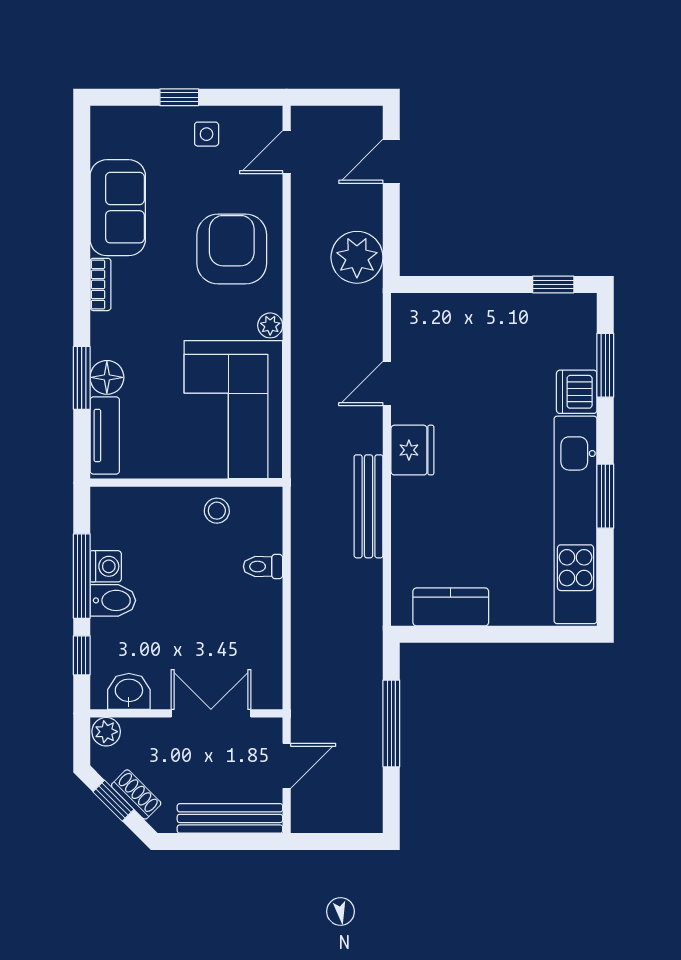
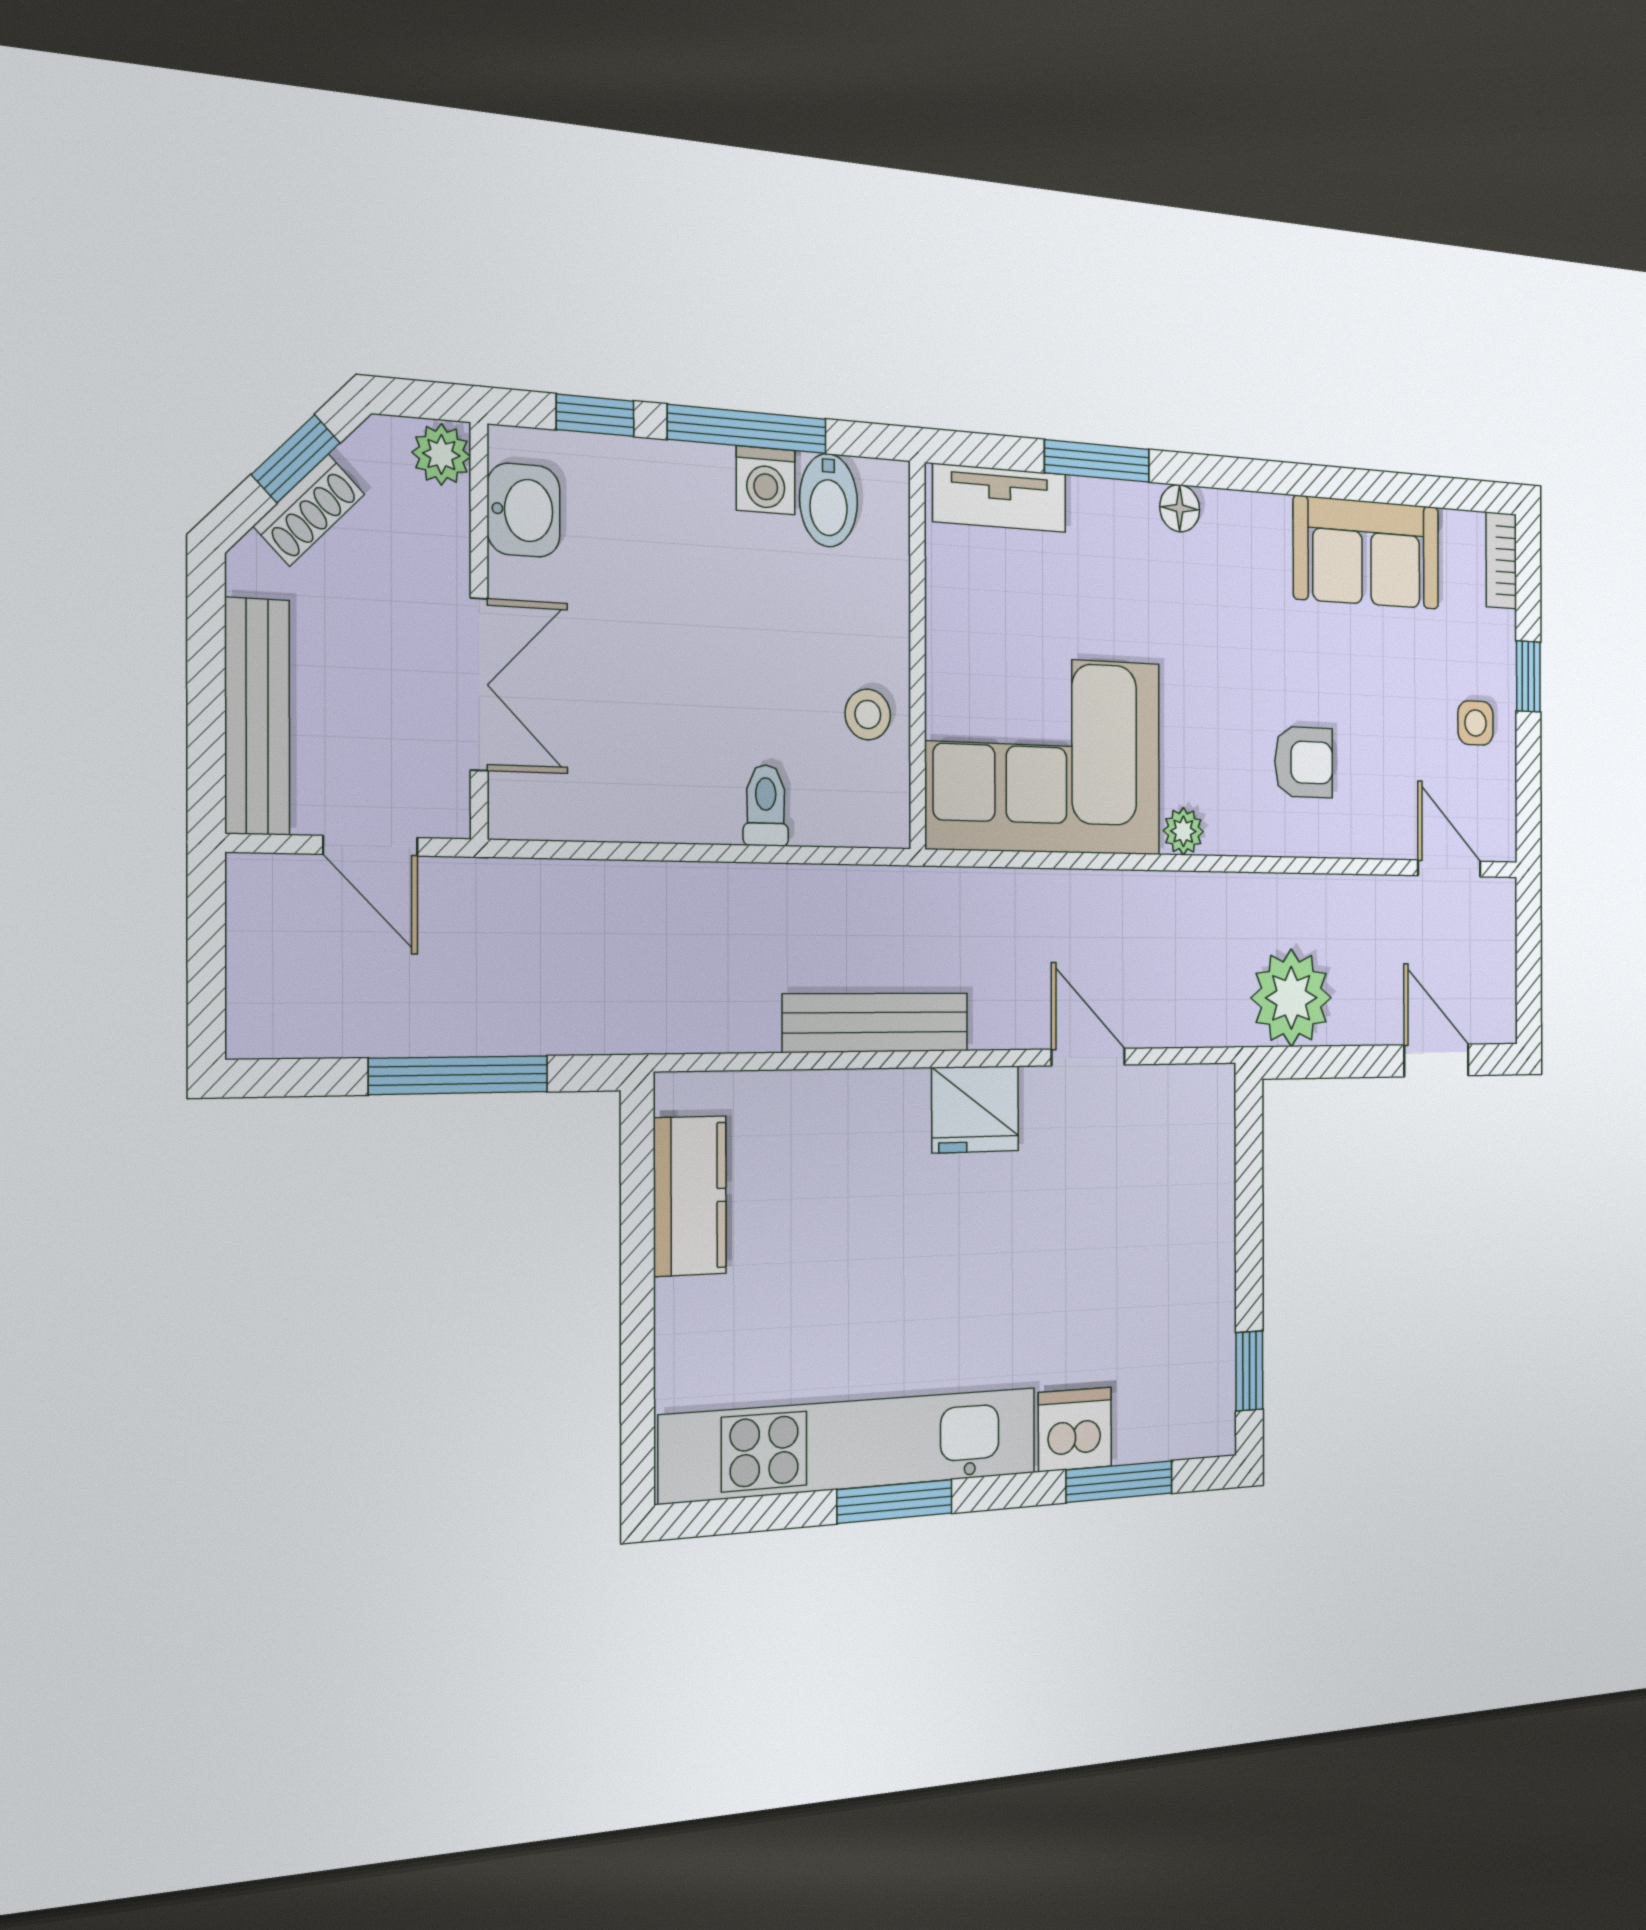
armchair: (232, 249) -> (1304, 762), width x0.53, depth x0.53
bookcase: (100, 284) -> (1501, 560), moved, turned 90
floor lamp: (107, 377) -> (1180, 508), moved, width x0.73, depth x0.73
bidet: (113, 600) -> (829, 500), moved

